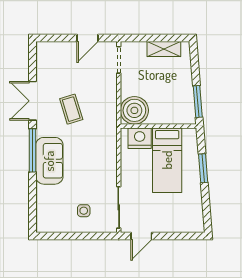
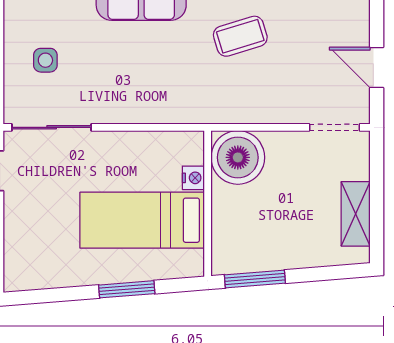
nightstand: (140, 138) -> (193, 178), width x0.53, depth x0.56

